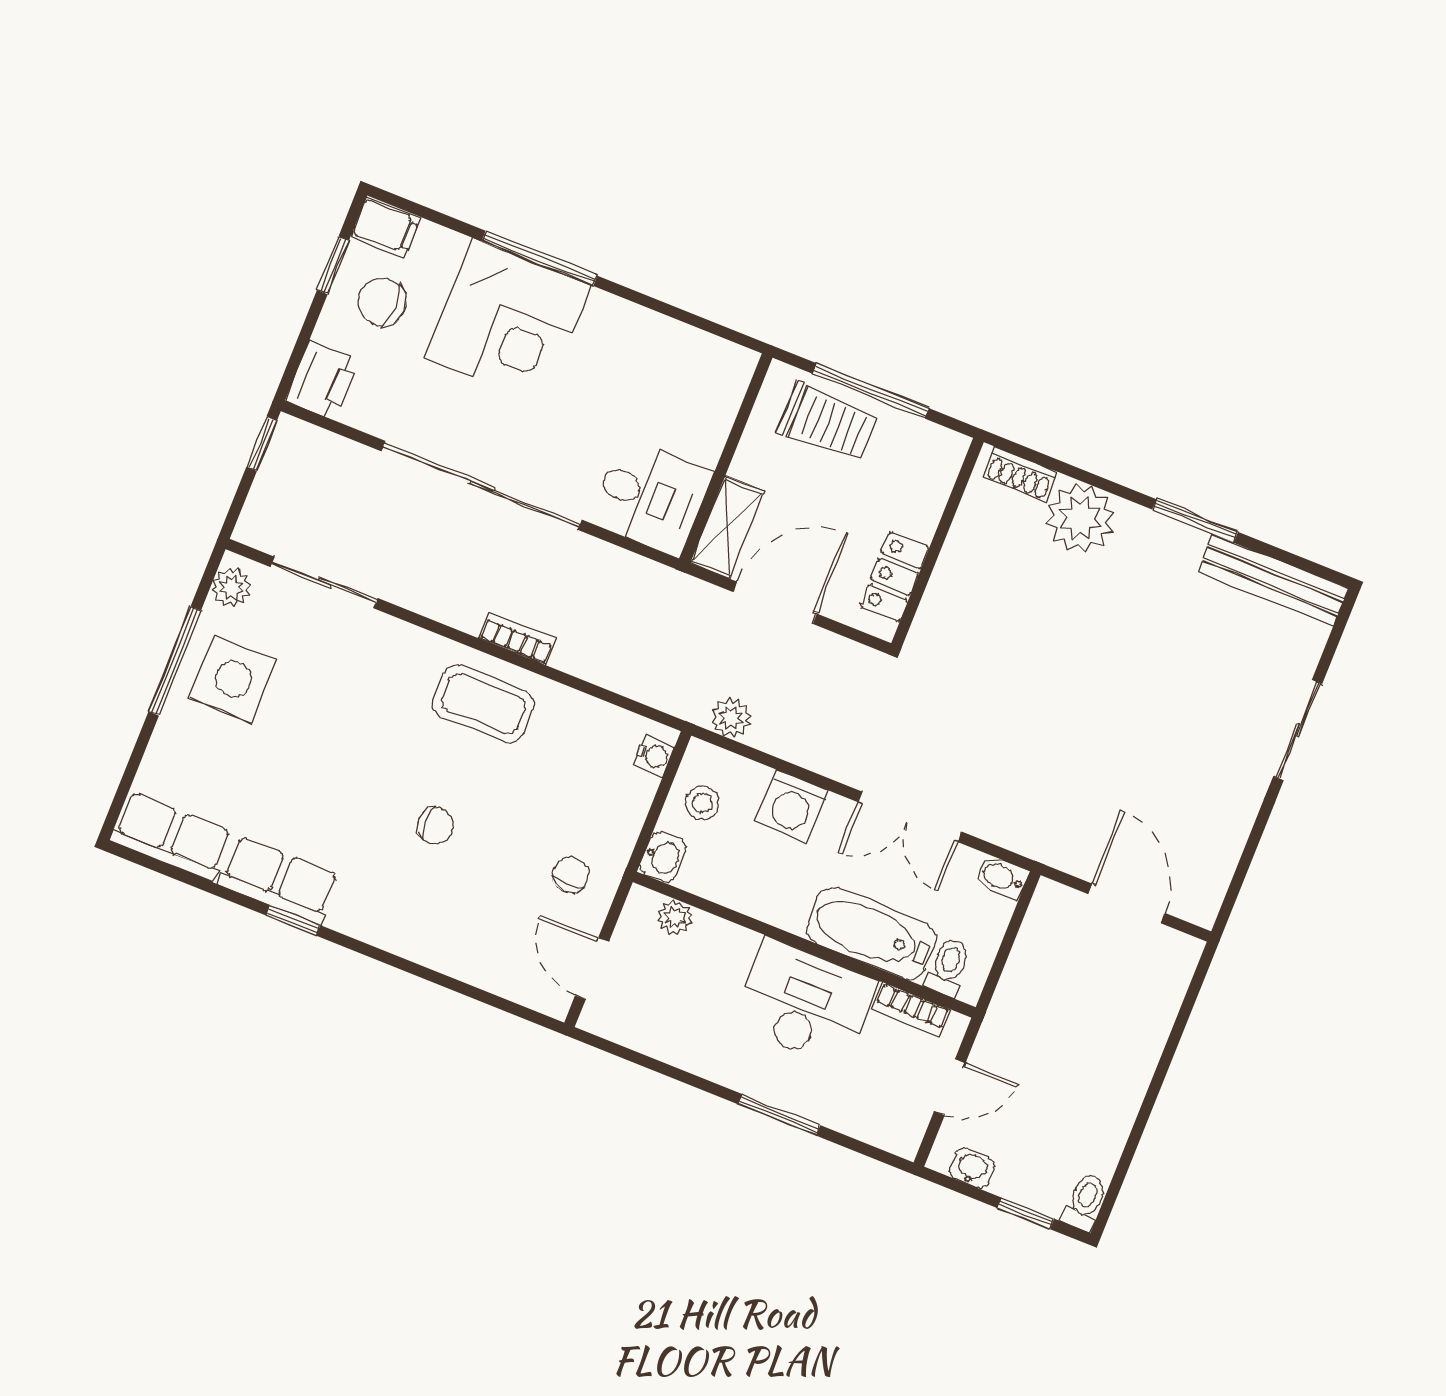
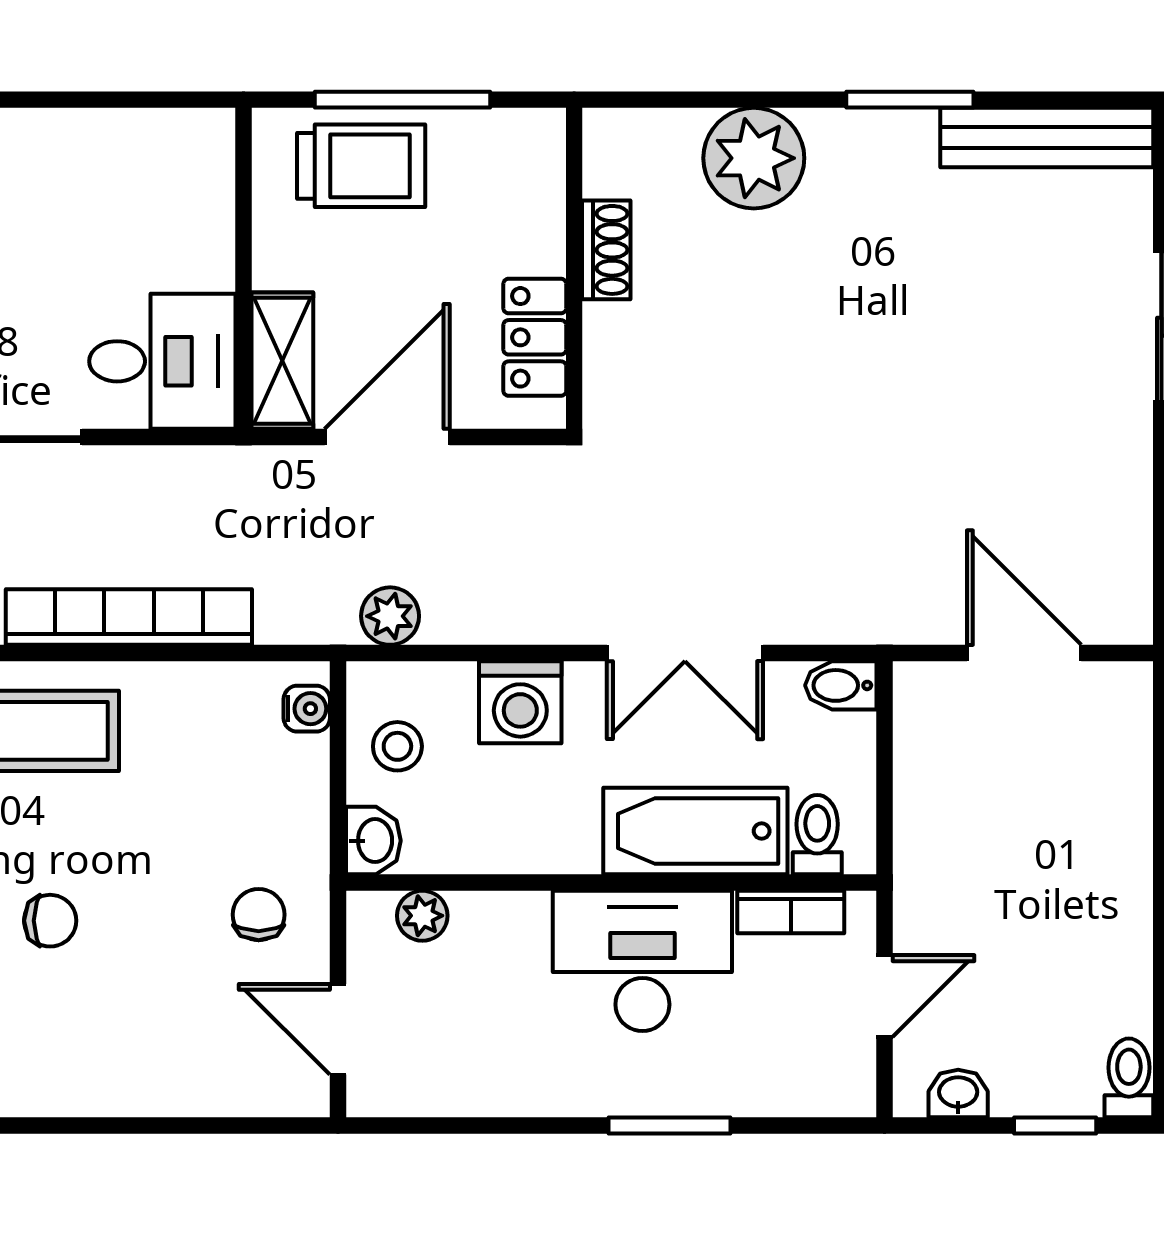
shoe rack: (1020, 474) -> (606, 250), moved, turned -90
bookcase: (517, 638) -> (129, 617), width x2.31, depth x1.31

